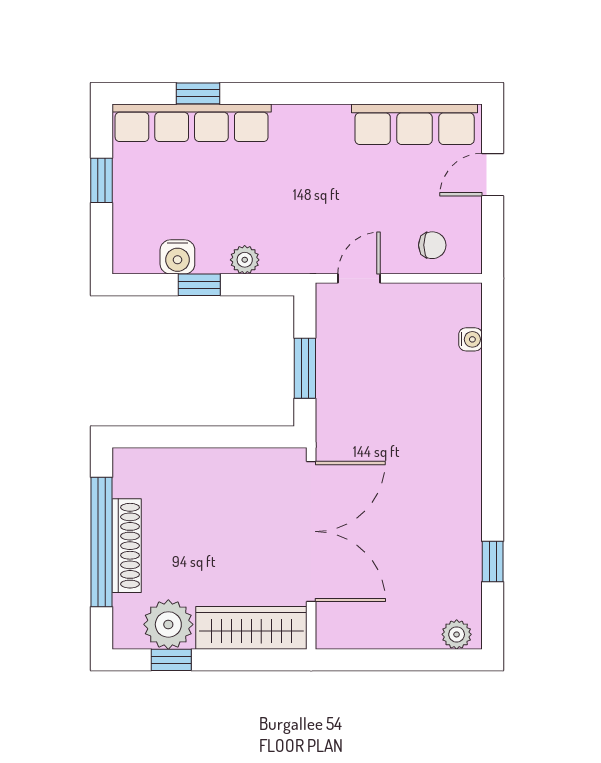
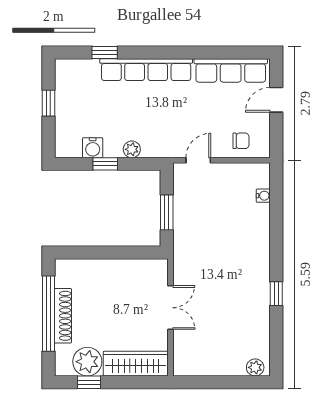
row of seats: (192, 123) -> (146, 70), moved
double door: (311, 531) -> (170, 308), width x0.54
window: (493, 562) -> (276, 294), moved

